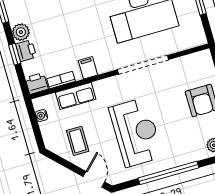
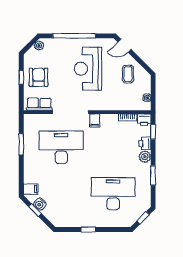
window: (15, 54) -> (153, 132), moved
filing cabinet: (88, 68) -> (95, 120), moved
row of seats: (76, 96) -> (39, 104), moved
door: (94, 179) -> (125, 46), hinge flipped

